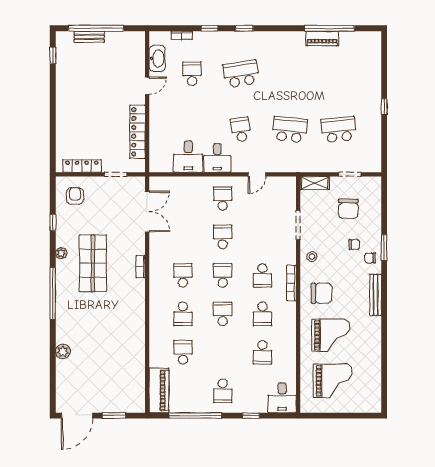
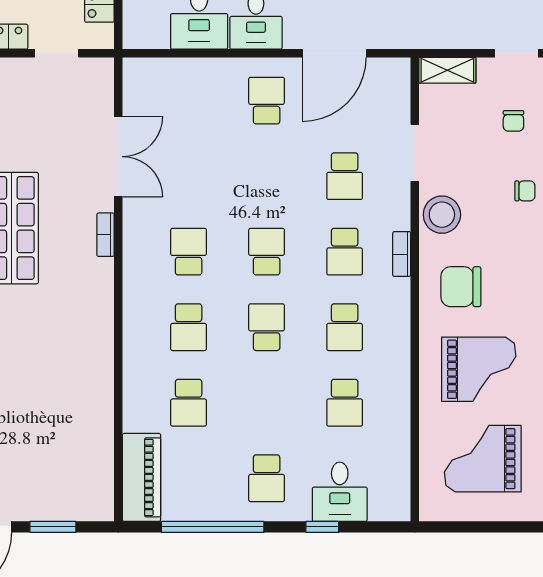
door: (257, 174) -> (334, 53), width x1.88
chair: (348, 209) -> (513, 121), width x0.54, depth x0.54
double door: (147, 212) -> (118, 157), moved
school desk: (223, 237) -> (345, 176), moved, turned 180
stool: (312, 257) -> (442, 215), width x1.89, depth x1.89
bookcase: (291, 283) -> (402, 254), width x0.64
chair: (322, 293) -> (461, 287), turned 180
school desk: (183, 352) -> (189, 403), turned 180
grand piano: (333, 381) -> (483, 459), turned 180
desk: (282, 398) -> (340, 492), moved

